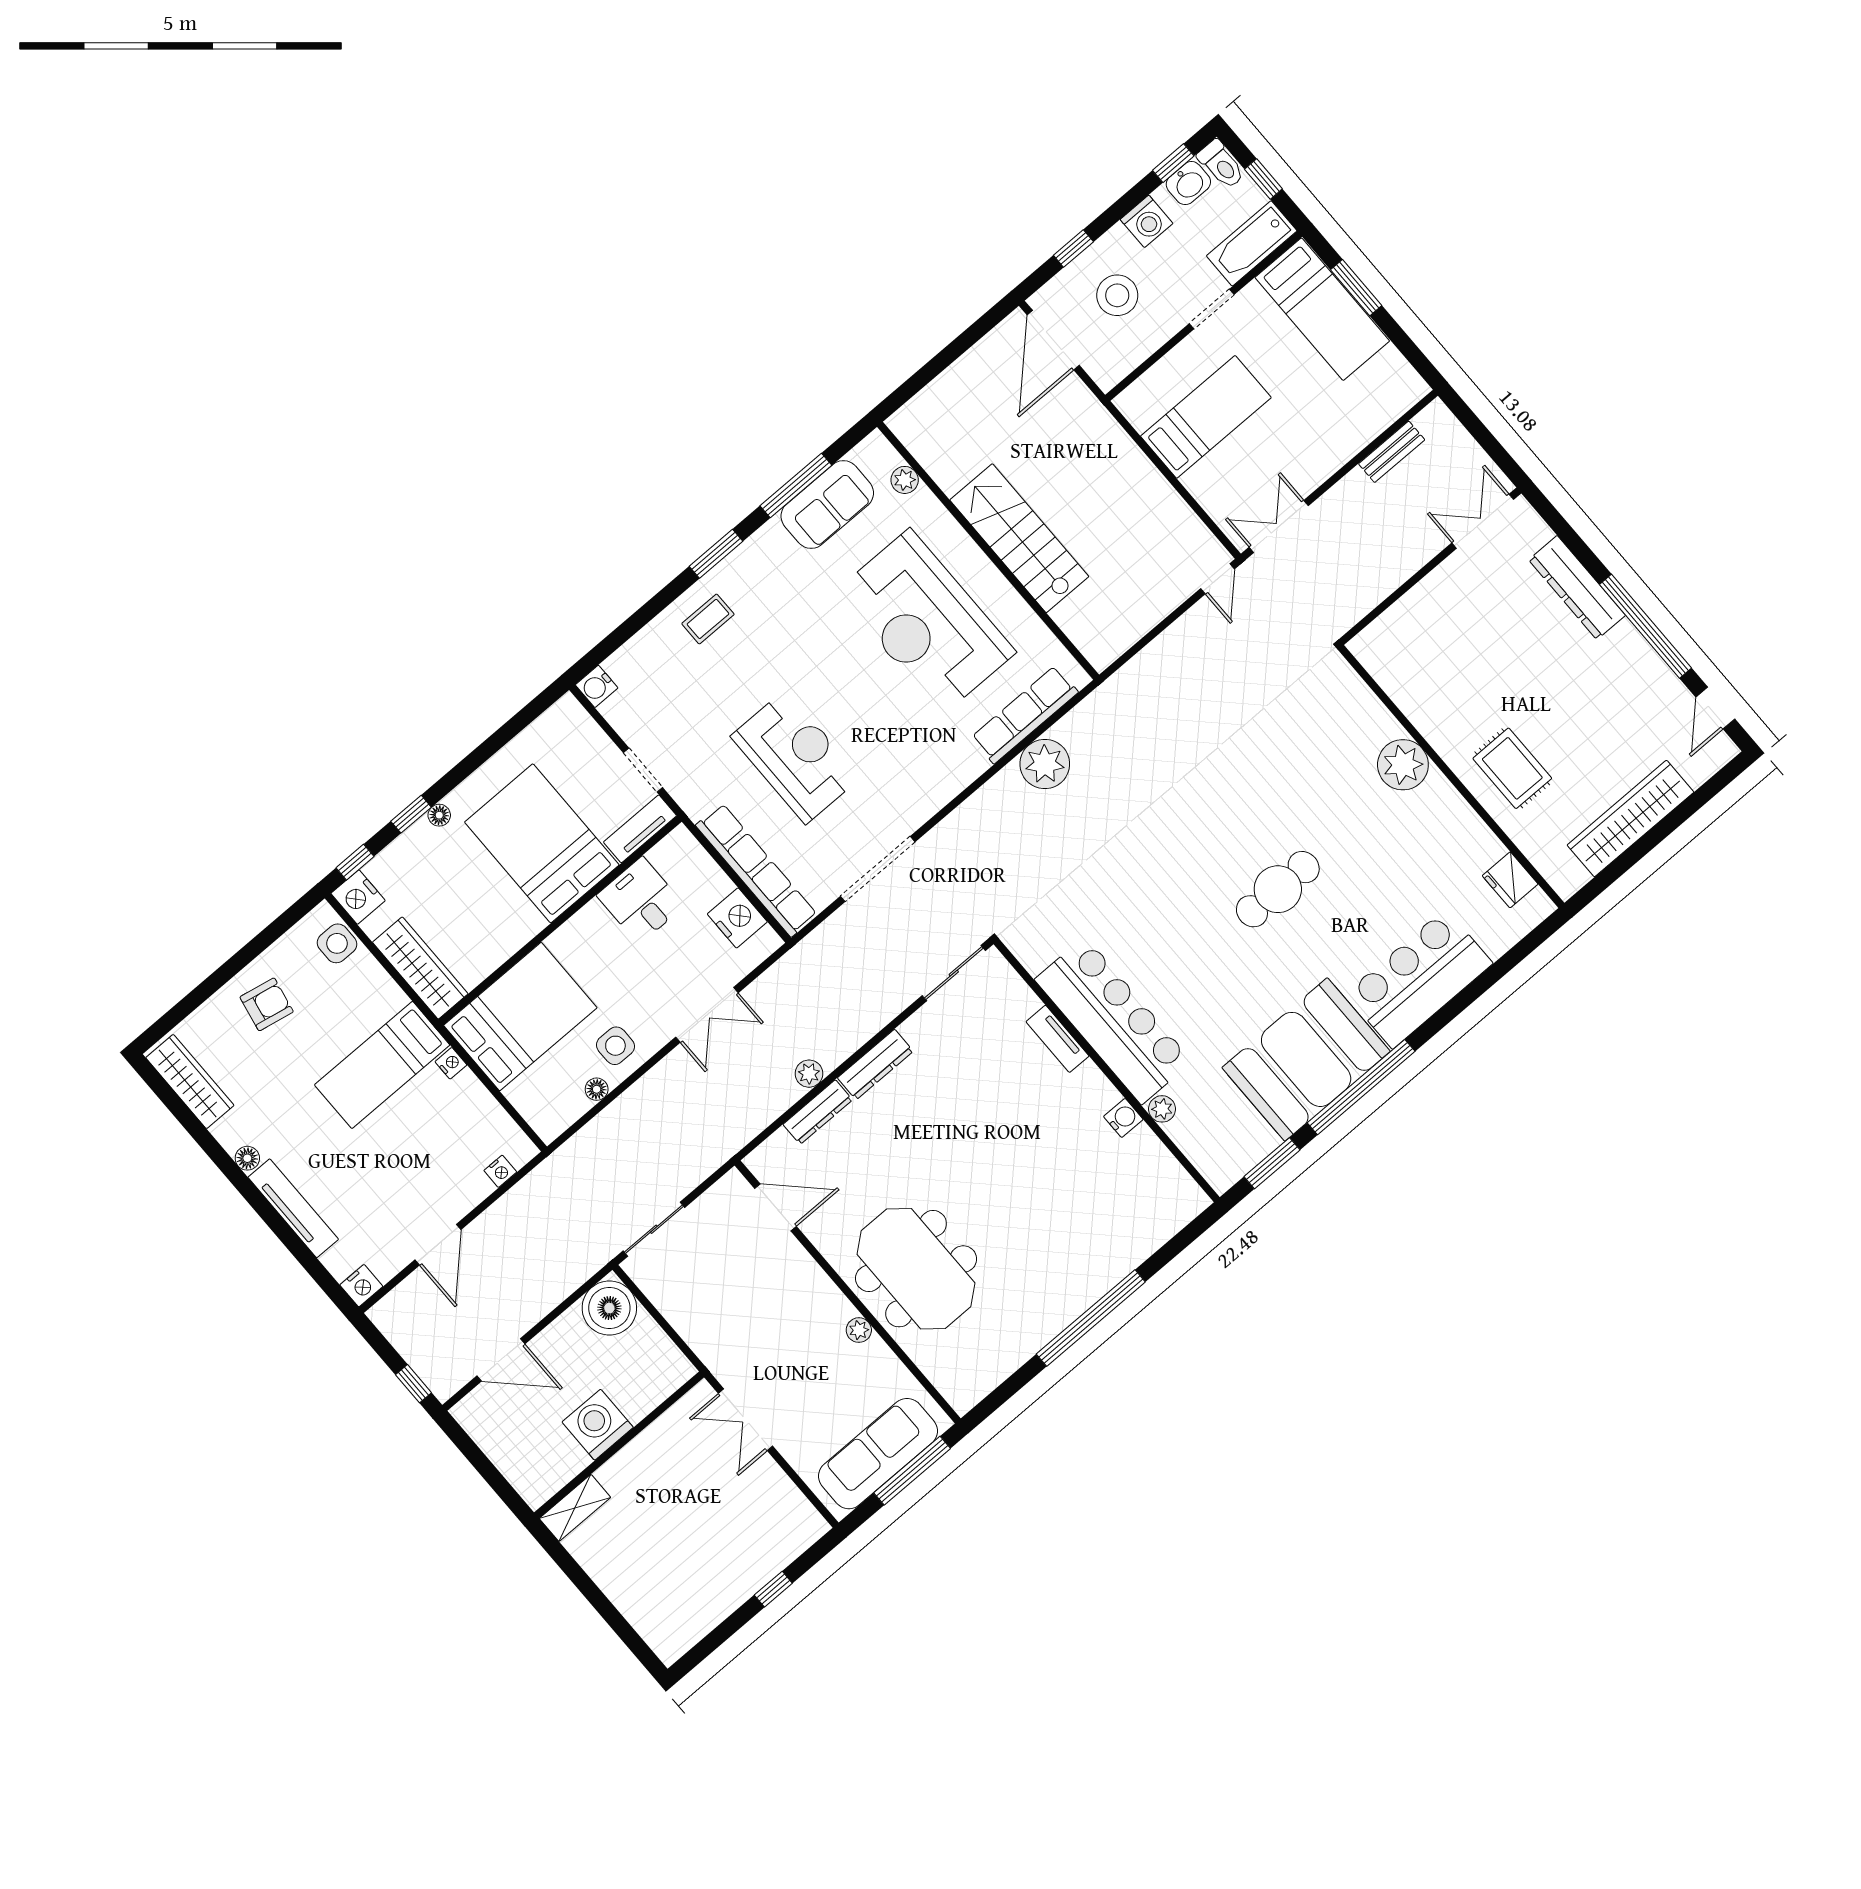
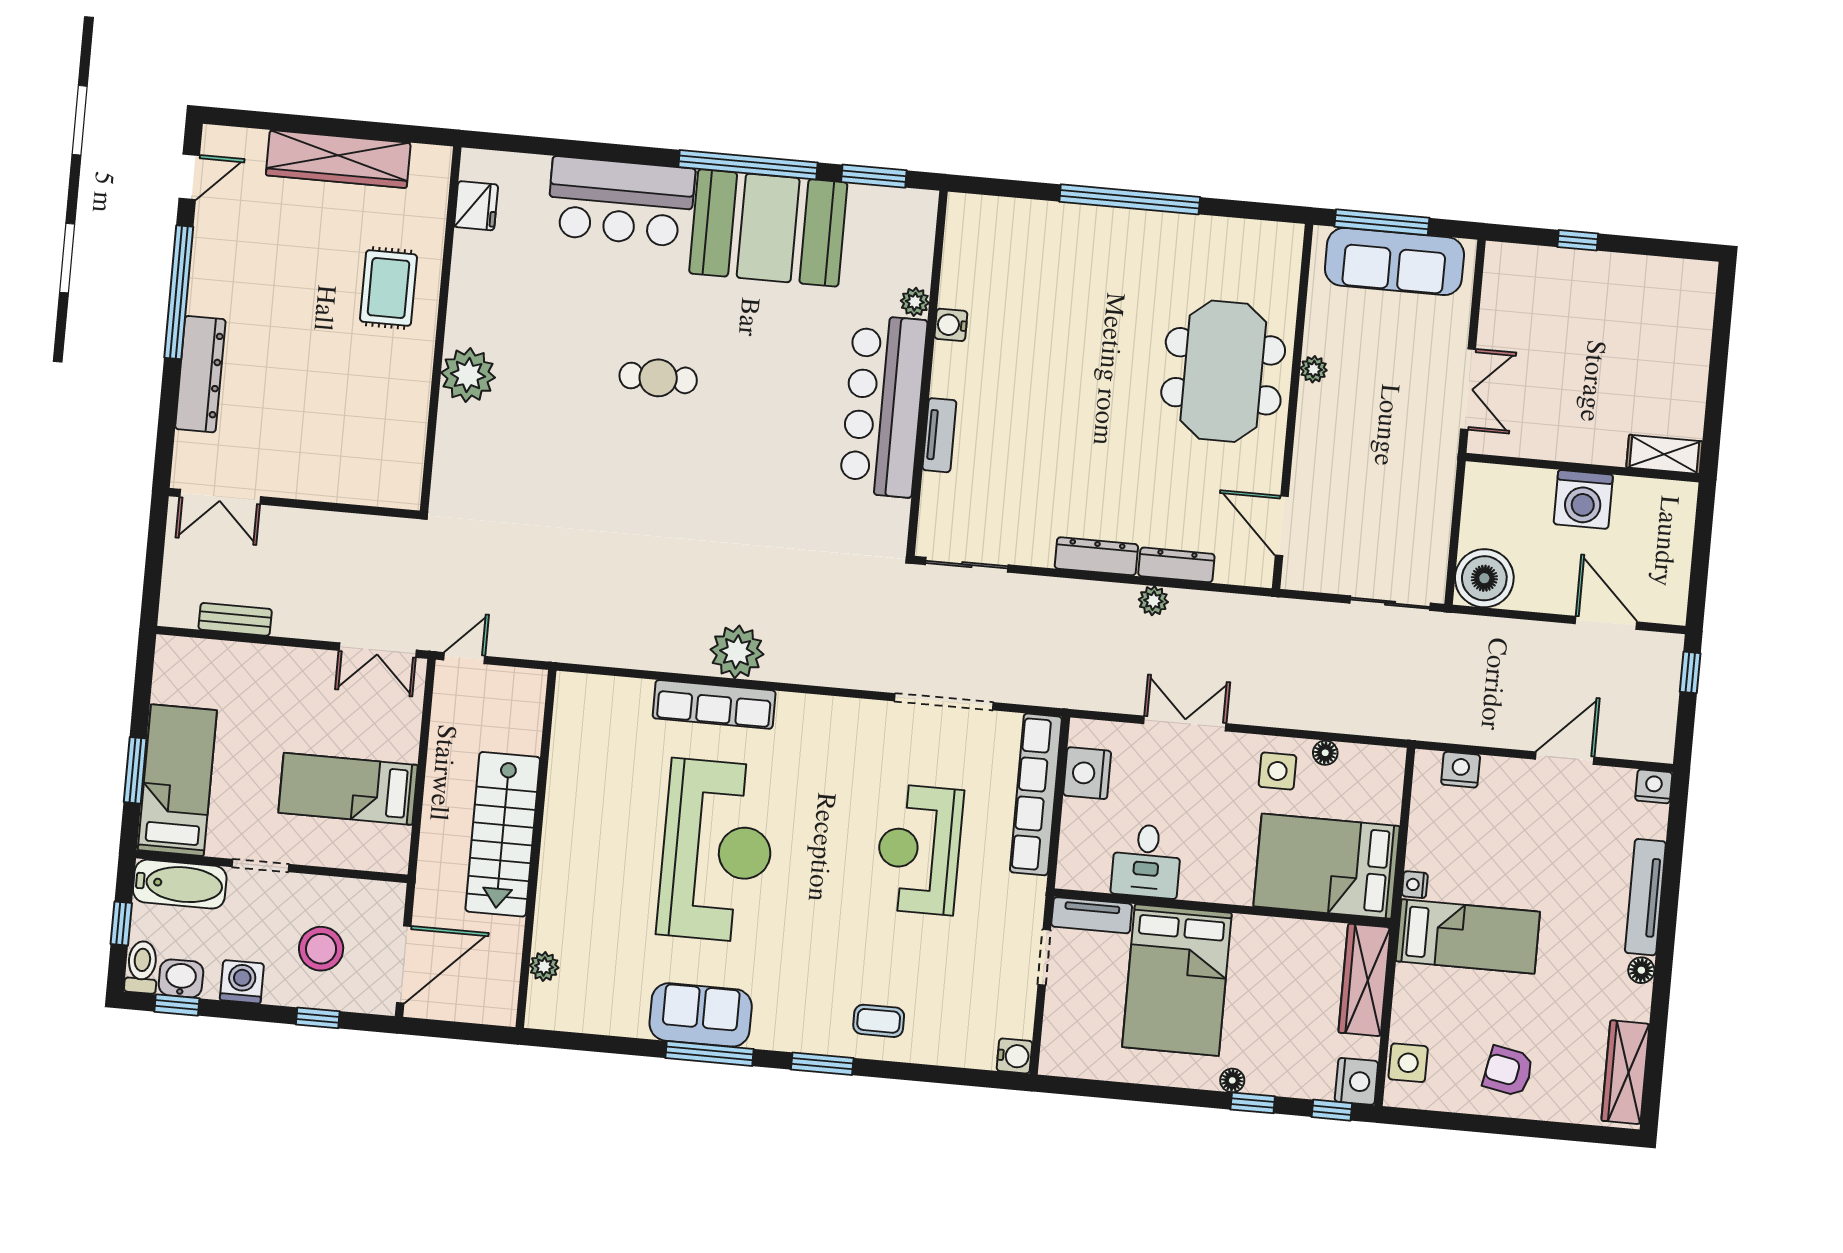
plant: (905, 480) -> (544, 967), moved
stairs: (1019, 538) -> (503, 834), moved
wall: (988, 551) -> (536, 849), moved
cafe table: (1278, 889) -> (658, 378), width x0.73, depth x0.74
nightstand: (500, 1171) -> (1461, 770), width x1.39, depth x1.35

